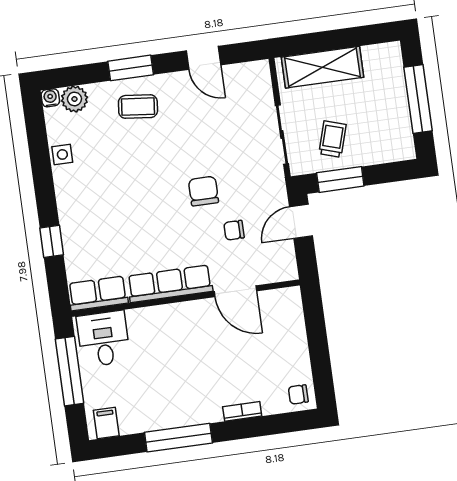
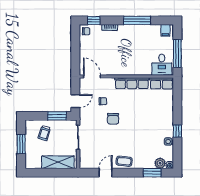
door: (204, 58) -> (106, 173), hinge flipped
window: (131, 68) -> (152, 173), moved
window: (418, 99) -> (21, 144), width x0.69
coffee table: (138, 107) -> (124, 161), moved
trolley: (332, 139) -> (44, 133), moved
window: (52, 241) -> (177, 131), moved
door: (235, 291) -> (92, 76), moved
window: (283, 423) -> (94, 20), added

